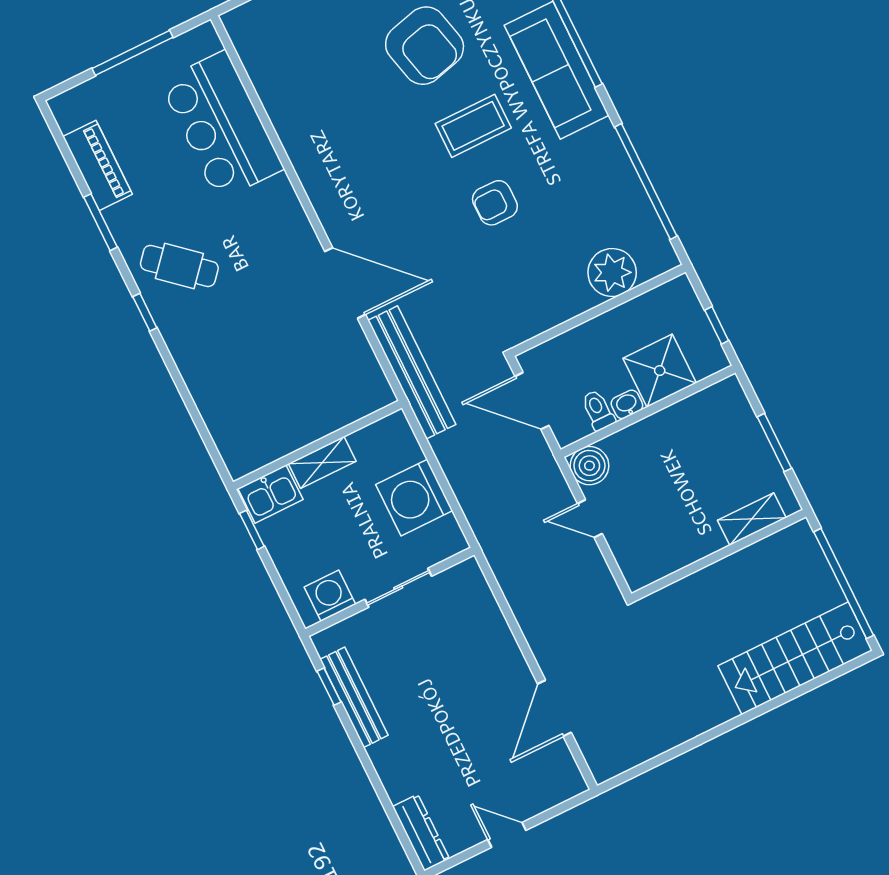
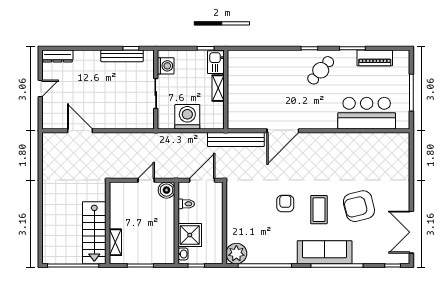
plant: (612, 272) -> (236, 253), moved
washbasin: (627, 404) -> (183, 254), moved
stairs: (795, 658) -> (94, 233), moved, turned 180

